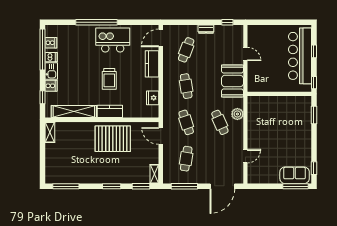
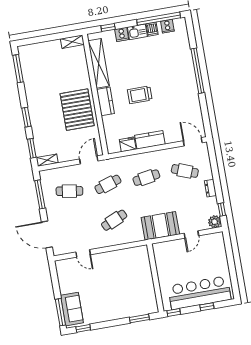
kitchen island: (113, 40) -> (182, 91), removed
kitchen counter: (152, 64) -> (150, 140), moved
plant: (237, 114) -> (215, 222), moved

